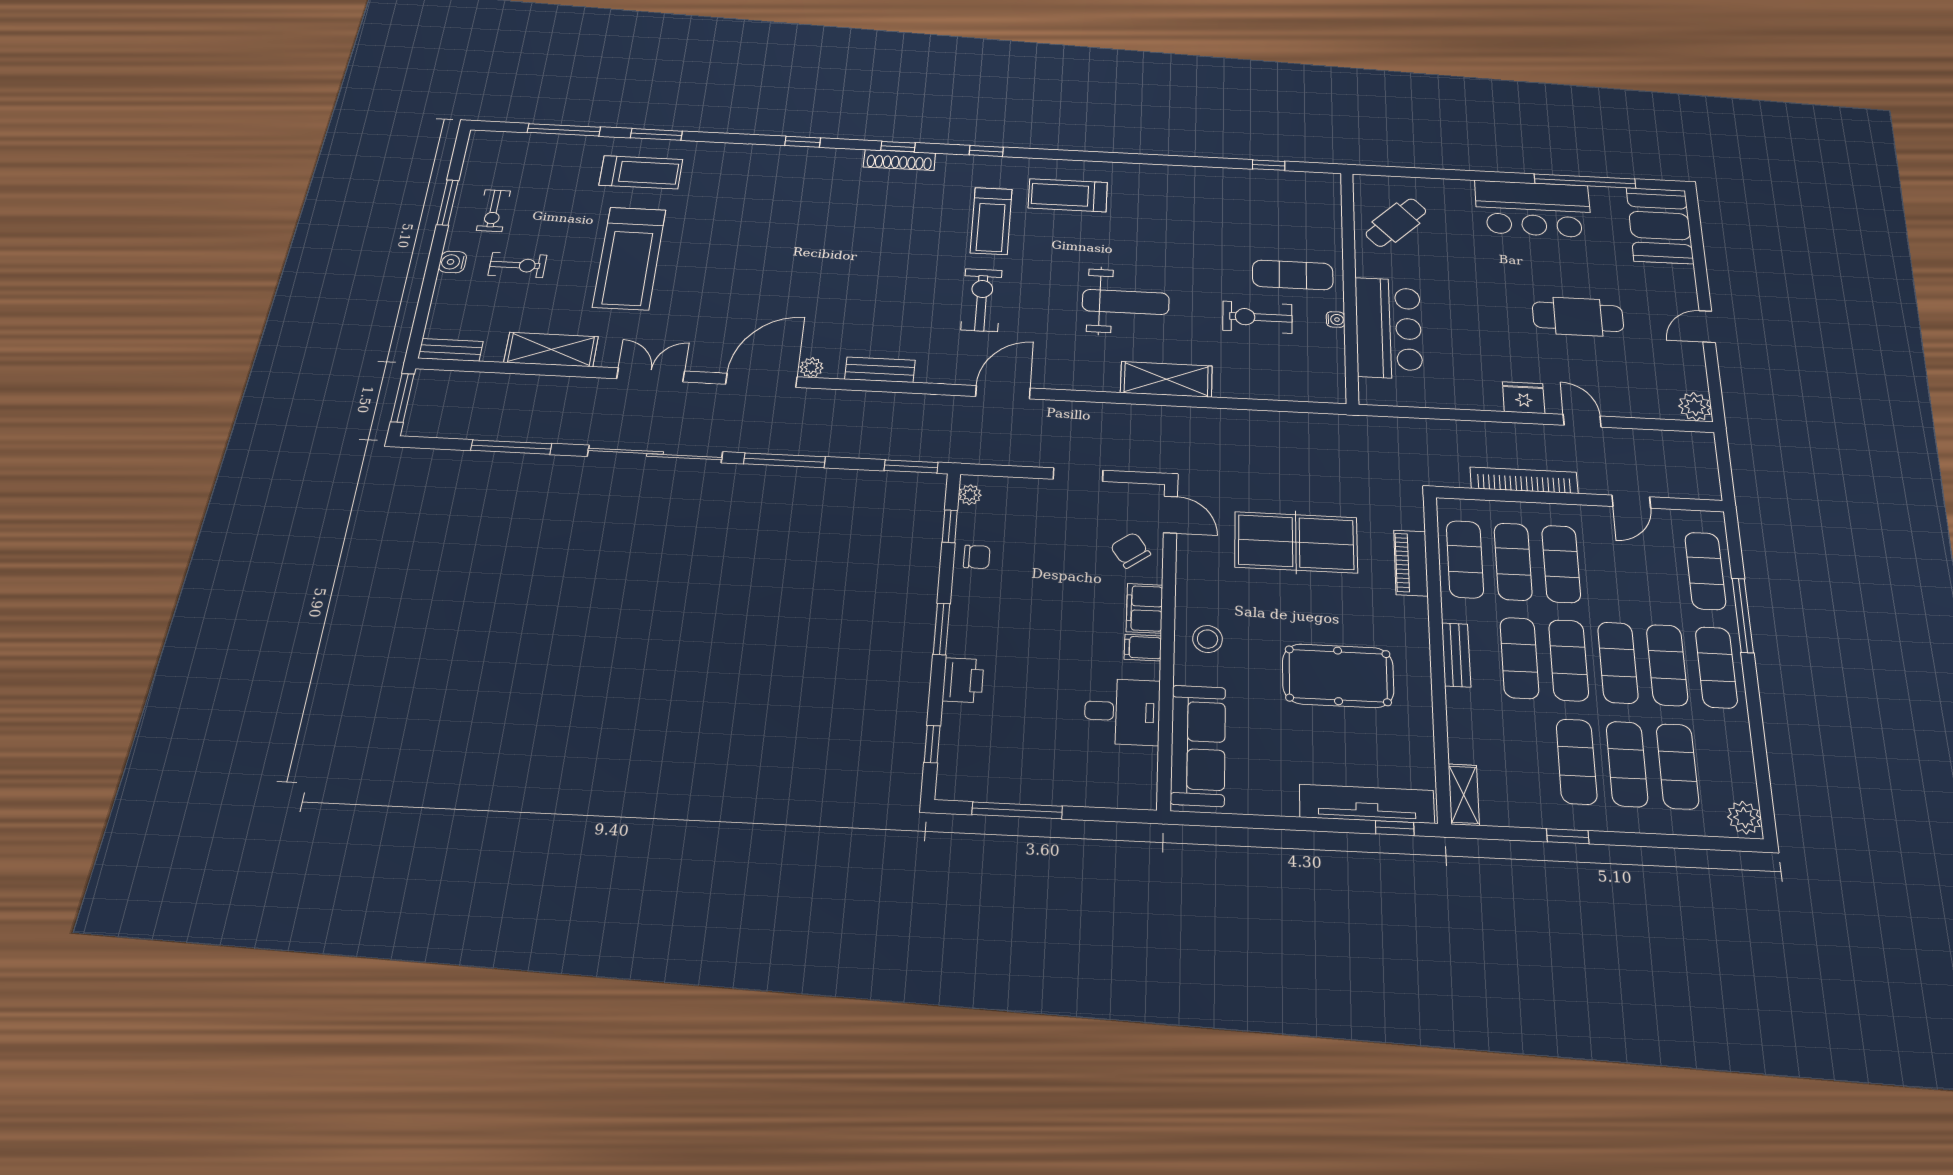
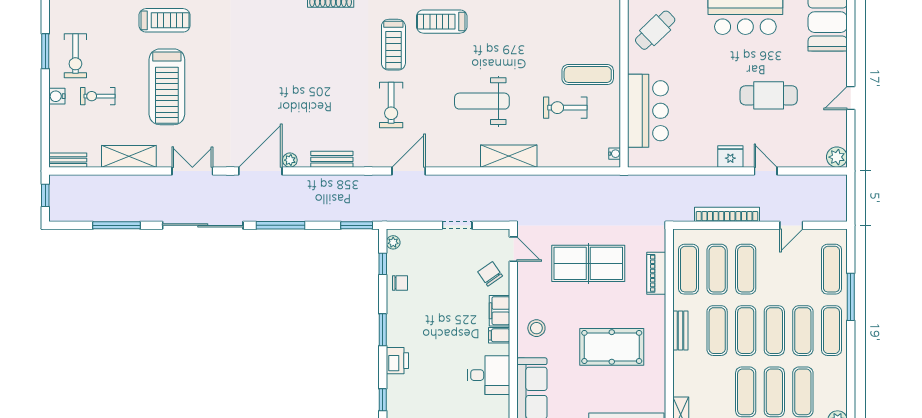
exercise bike: (493, 211) -> (75, 56), width x1.38, depth x1.39
exercise bike: (518, 265) -> (98, 96), turned 180
exercise bike: (981, 300) -> (391, 105), turned 180
weight bench: (1126, 302) -> (482, 101), turned 180
water cooler: (1336, 319) -> (615, 154), moved
window: (402, 398) -> (45, 195), width x0.67

